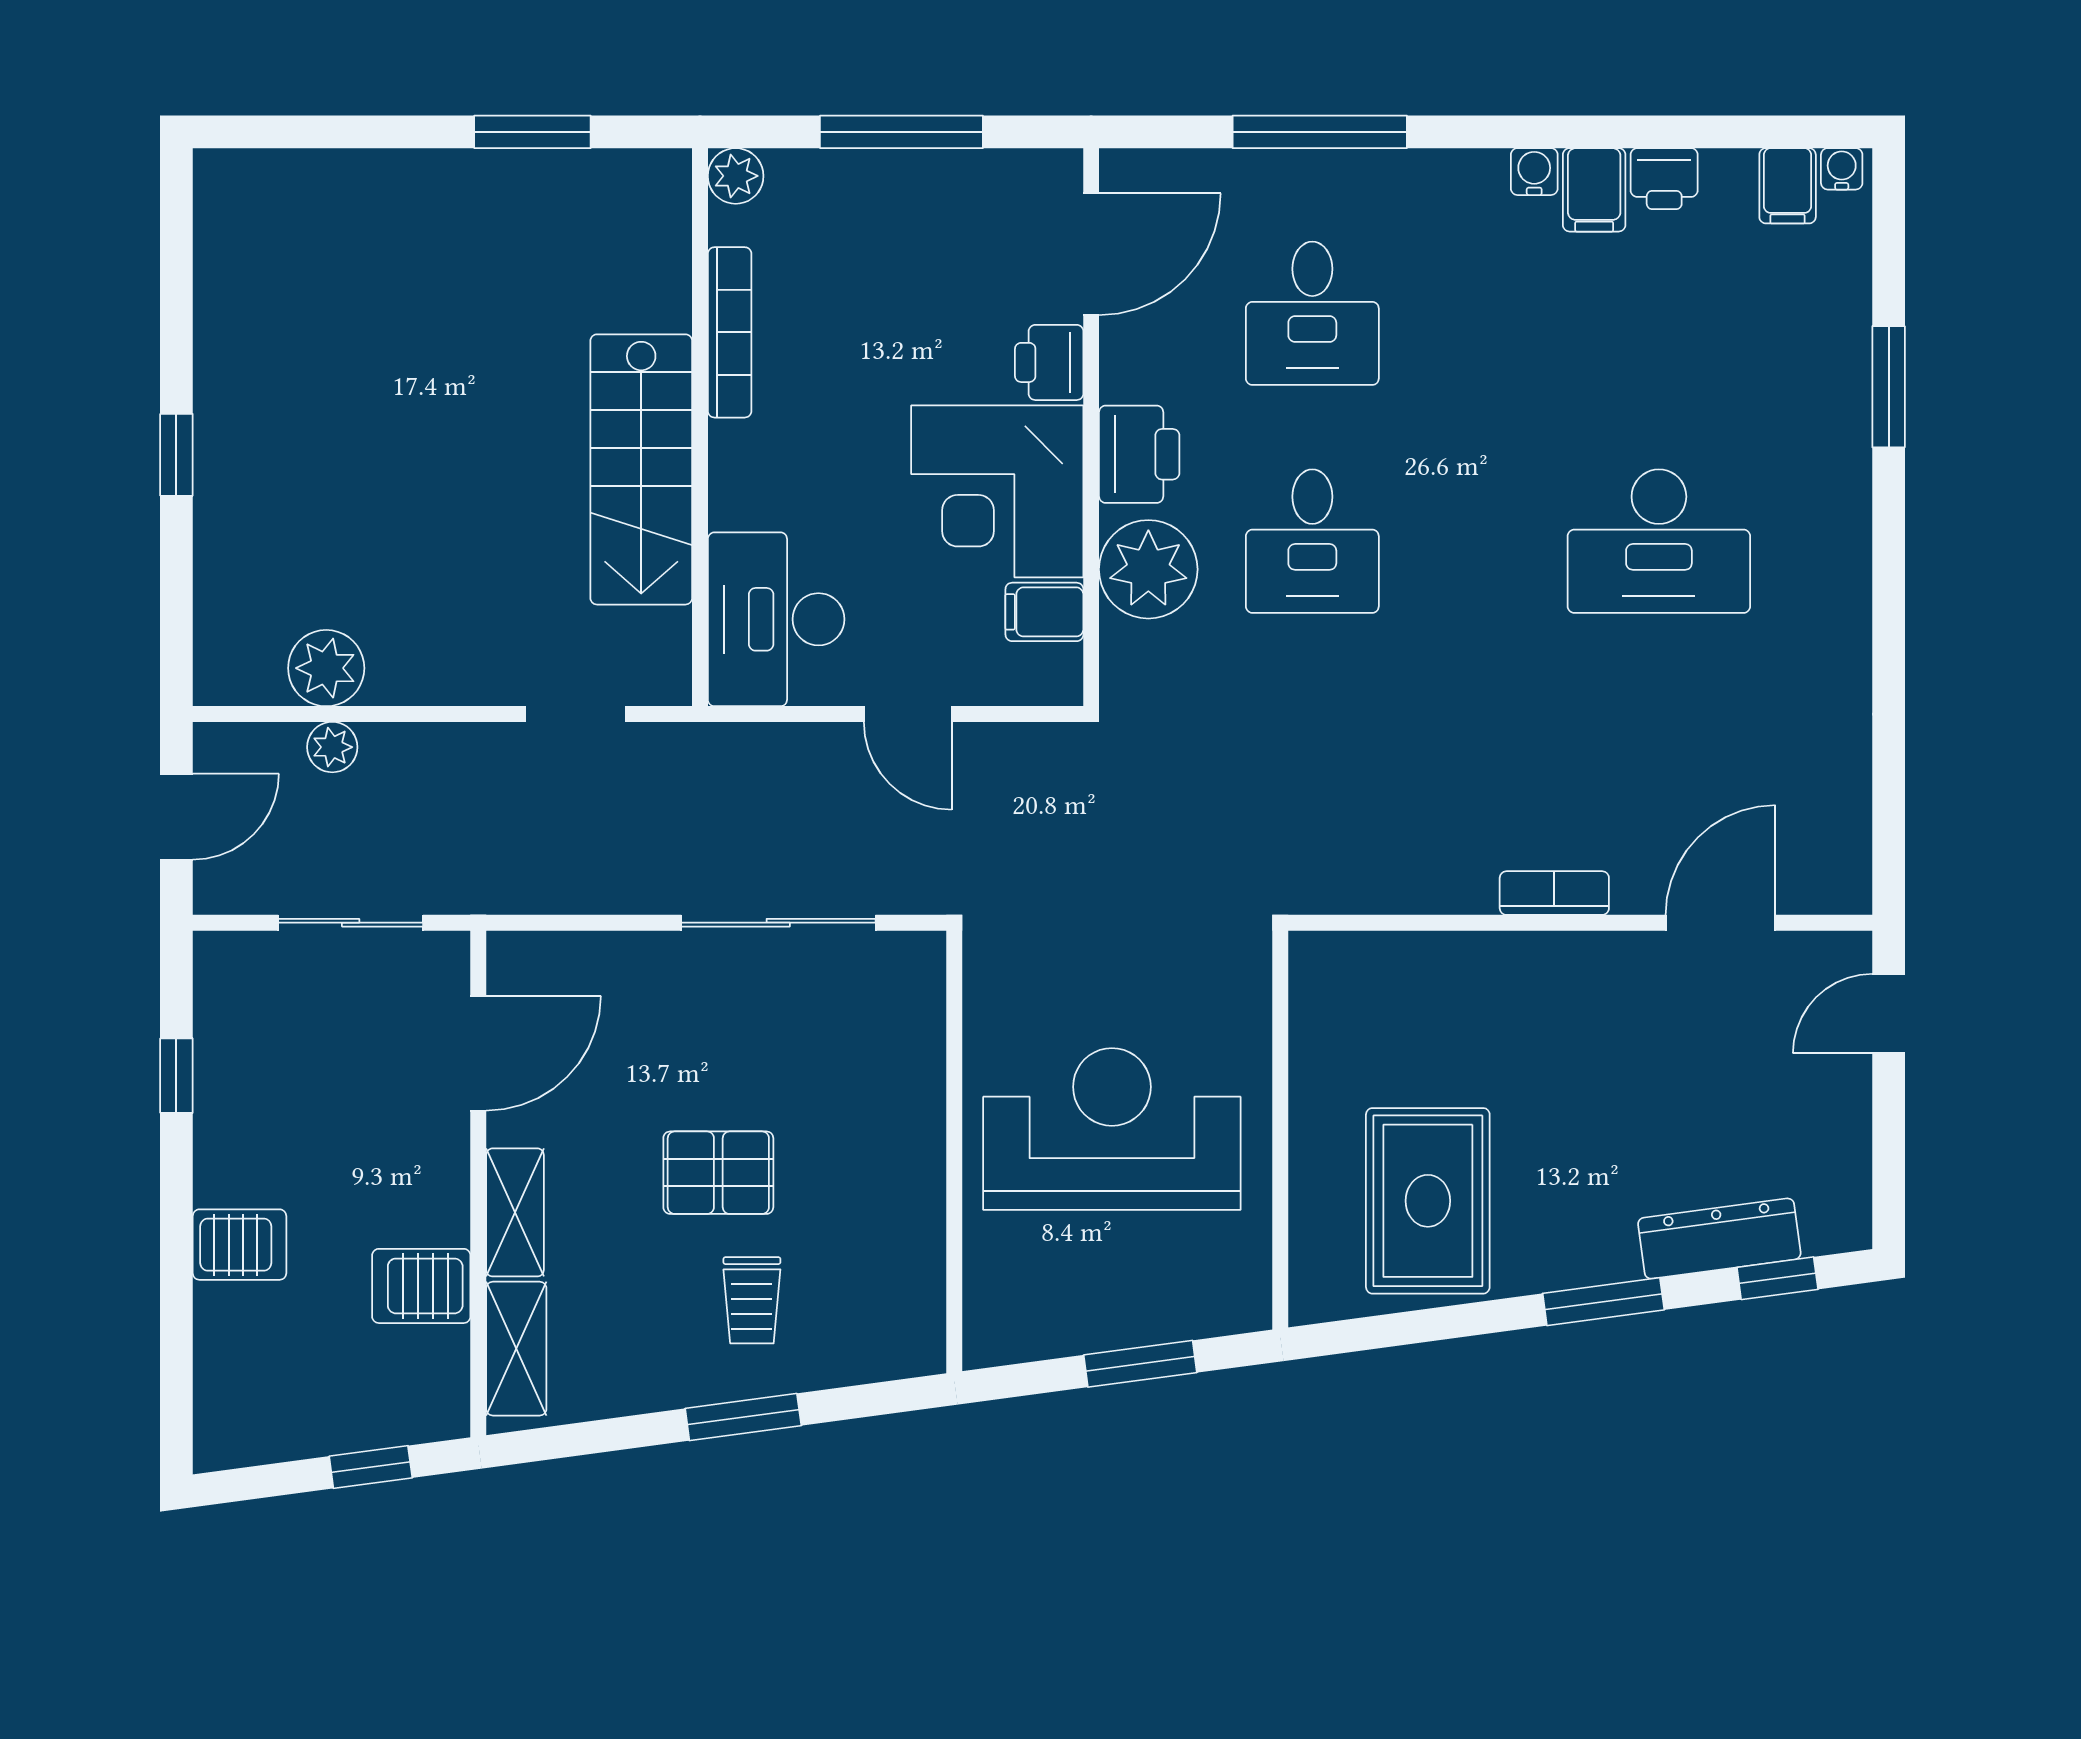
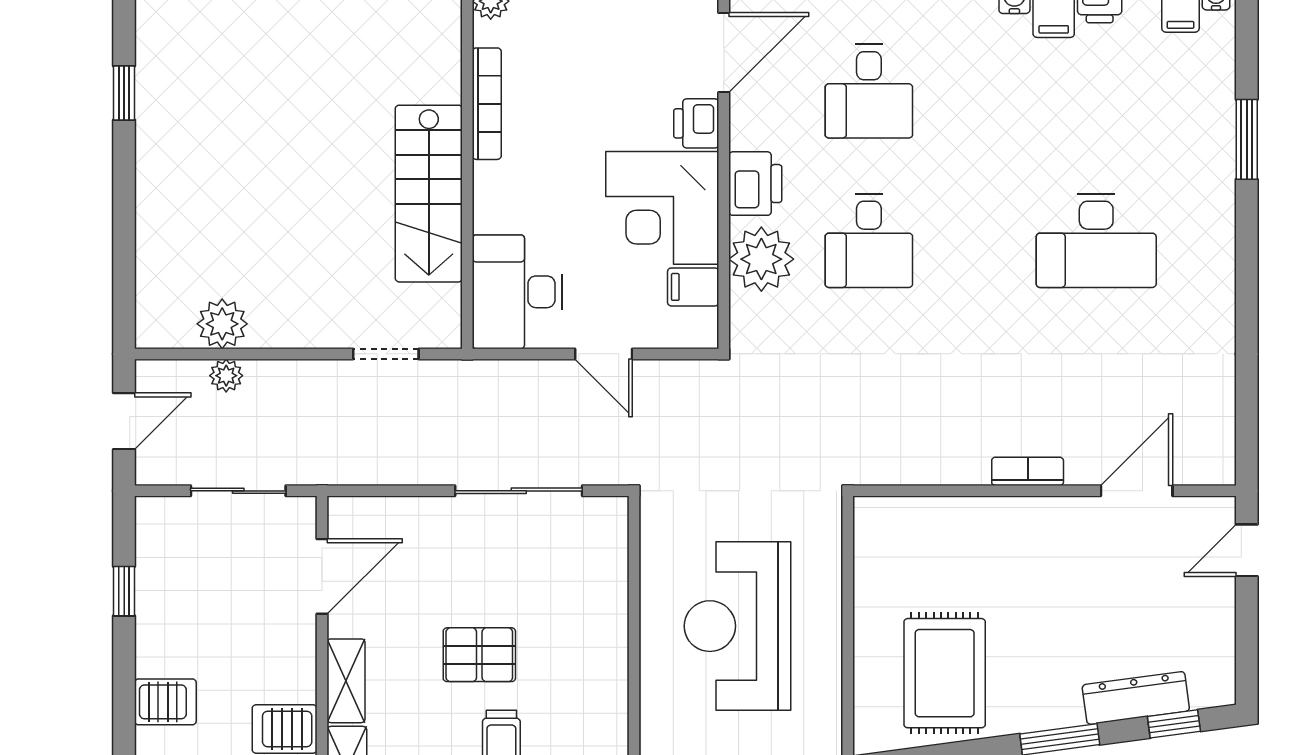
window: (176, 455) -> (124, 93), moved
reception desk: (1112, 1129) -> (737, 626), turned -90

